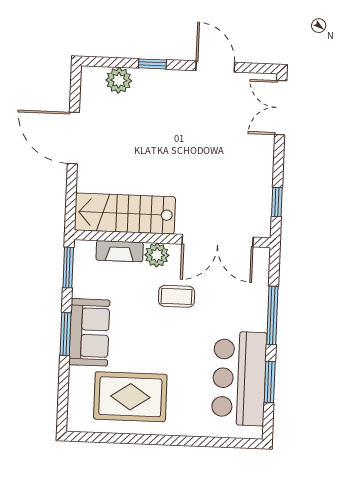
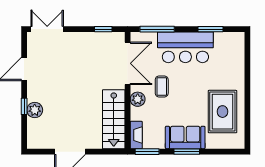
plant: (119, 80) -> (35, 110), moved
double door: (281, 108) -> (47, 29), swing flipped
fireplace: (120, 251) -> (136, 135), moved
window: (272, 315) -> (157, 29), moved
bar counter: (239, 378) -> (185, 47), moved

